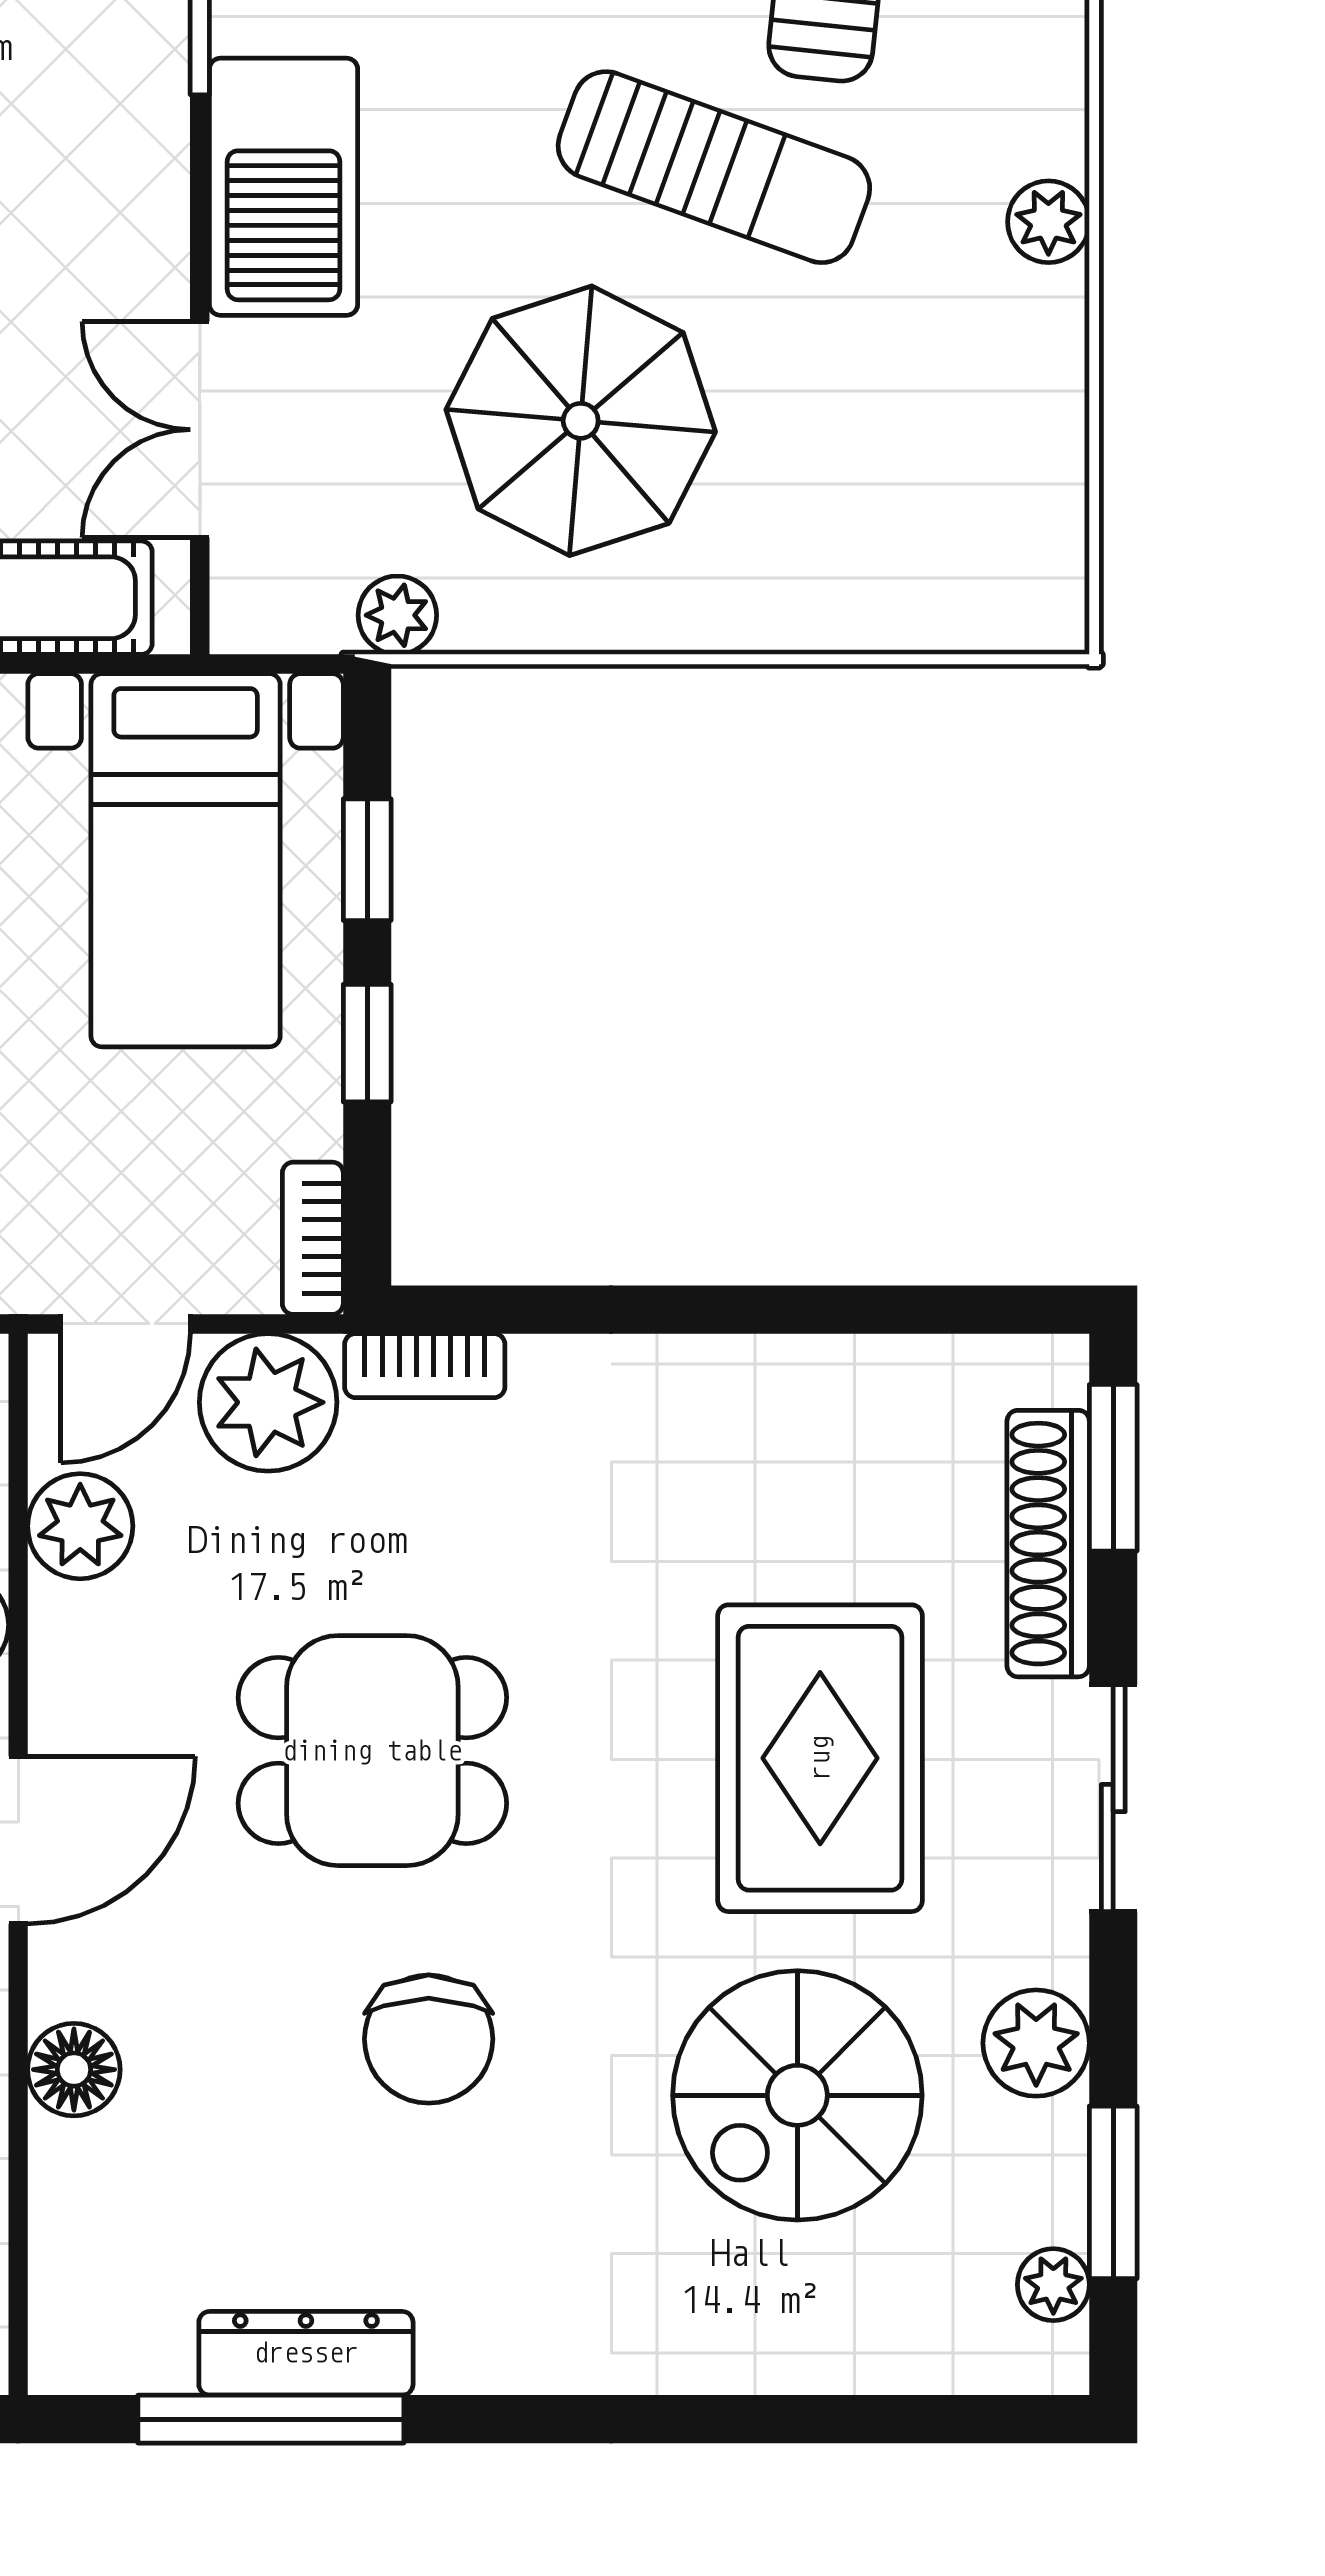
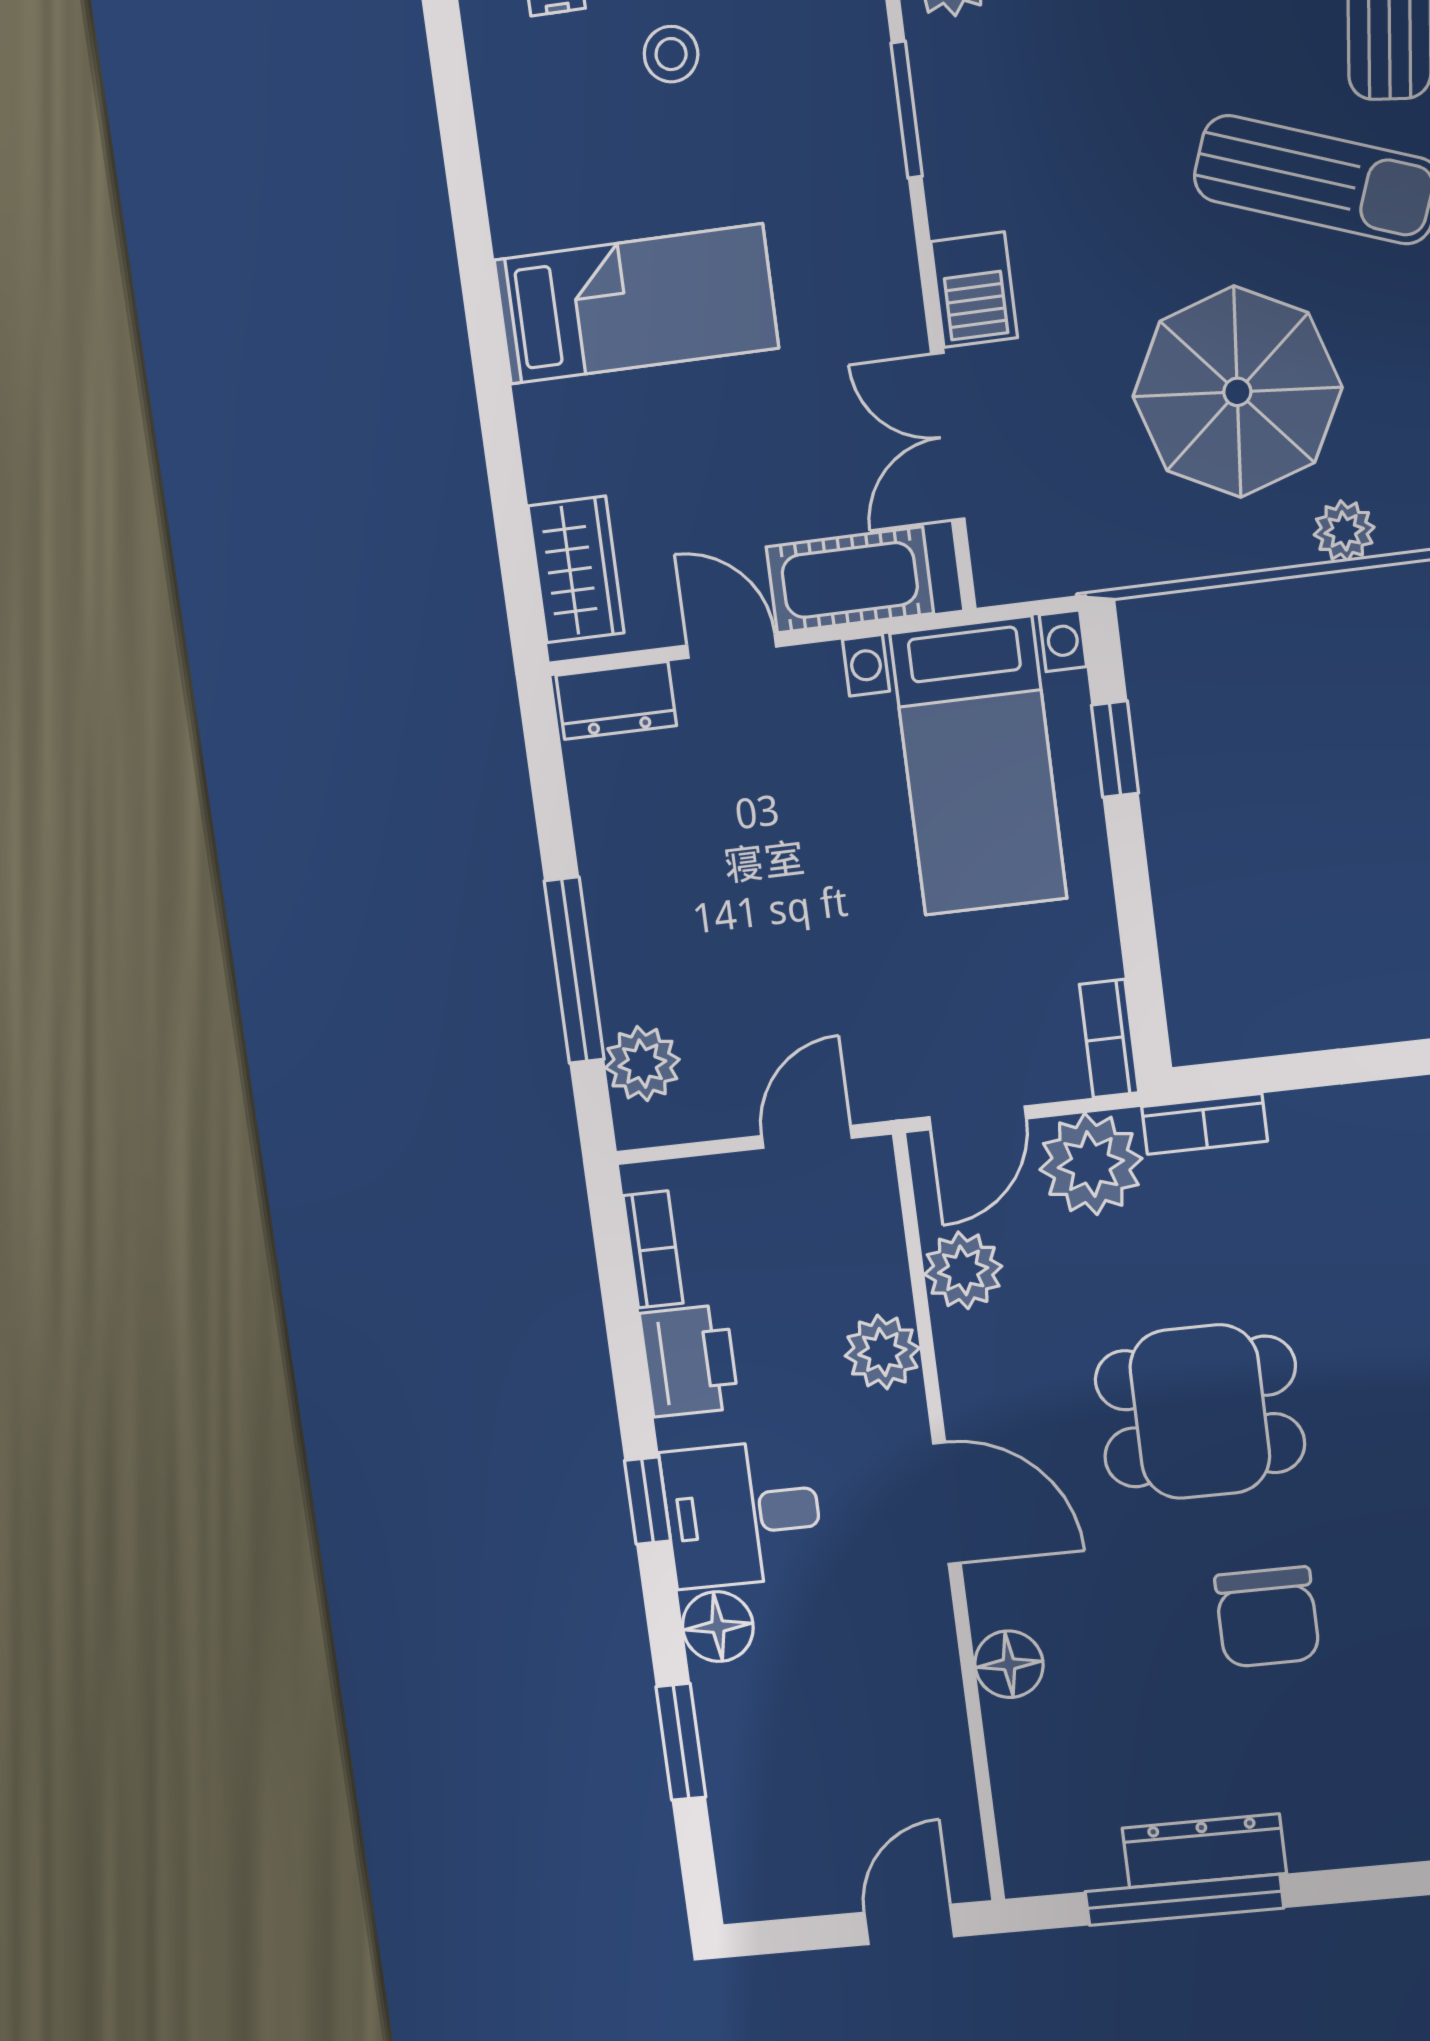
barbecue: (284, 187) -> (974, 290), width x0.53, depth x0.65
plant: (397, 615) -> (1344, 531), moved
window: (367, 1043) -> (1132, 888), removed
door: (18, 1840) -> (947, 1503), hinge flipped

